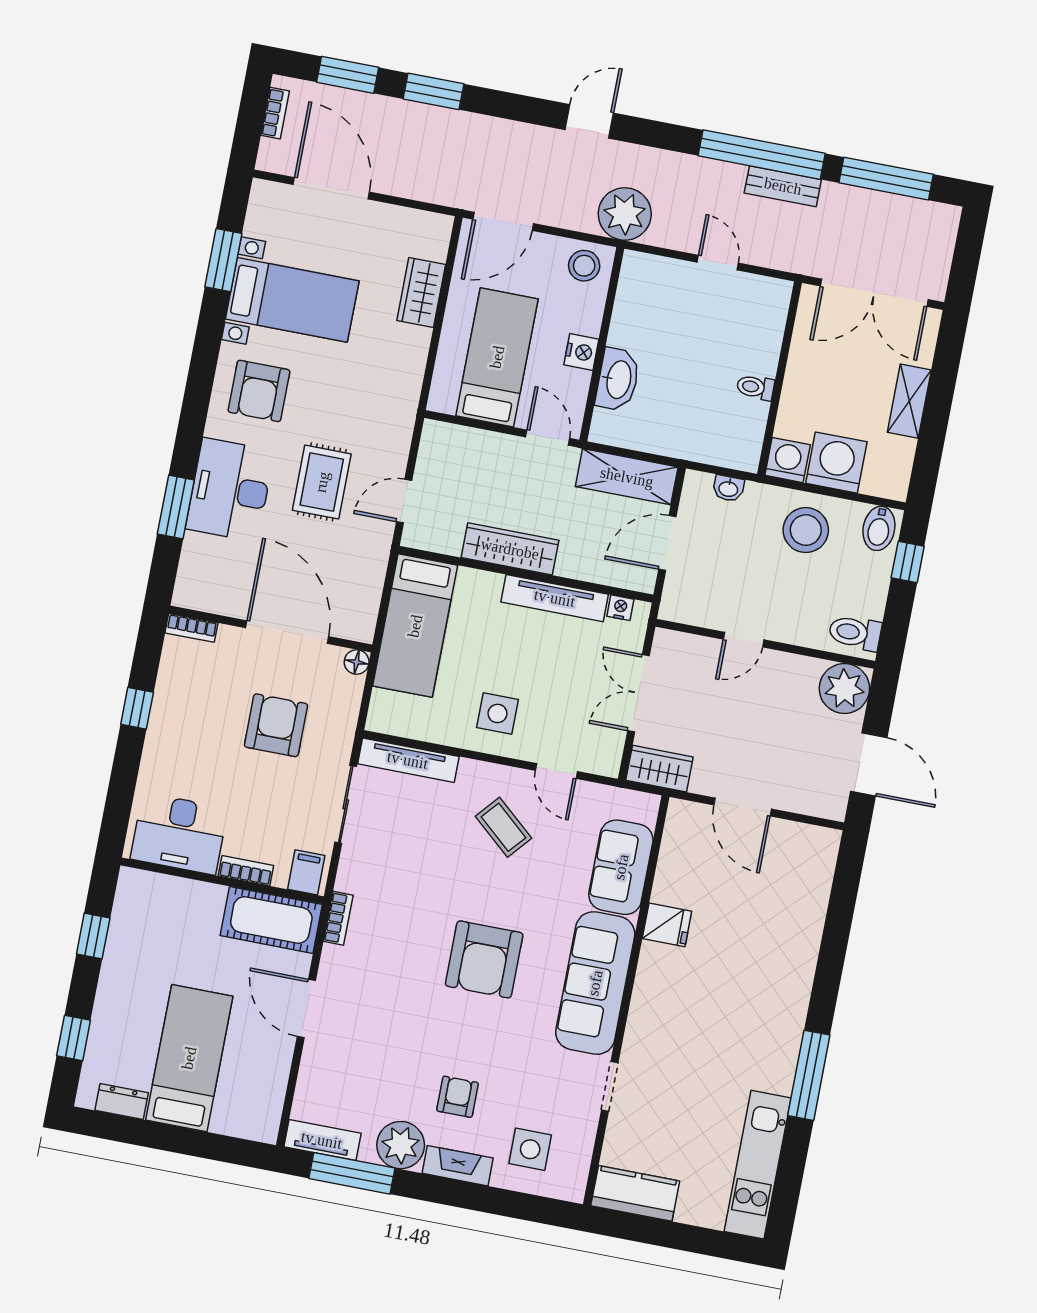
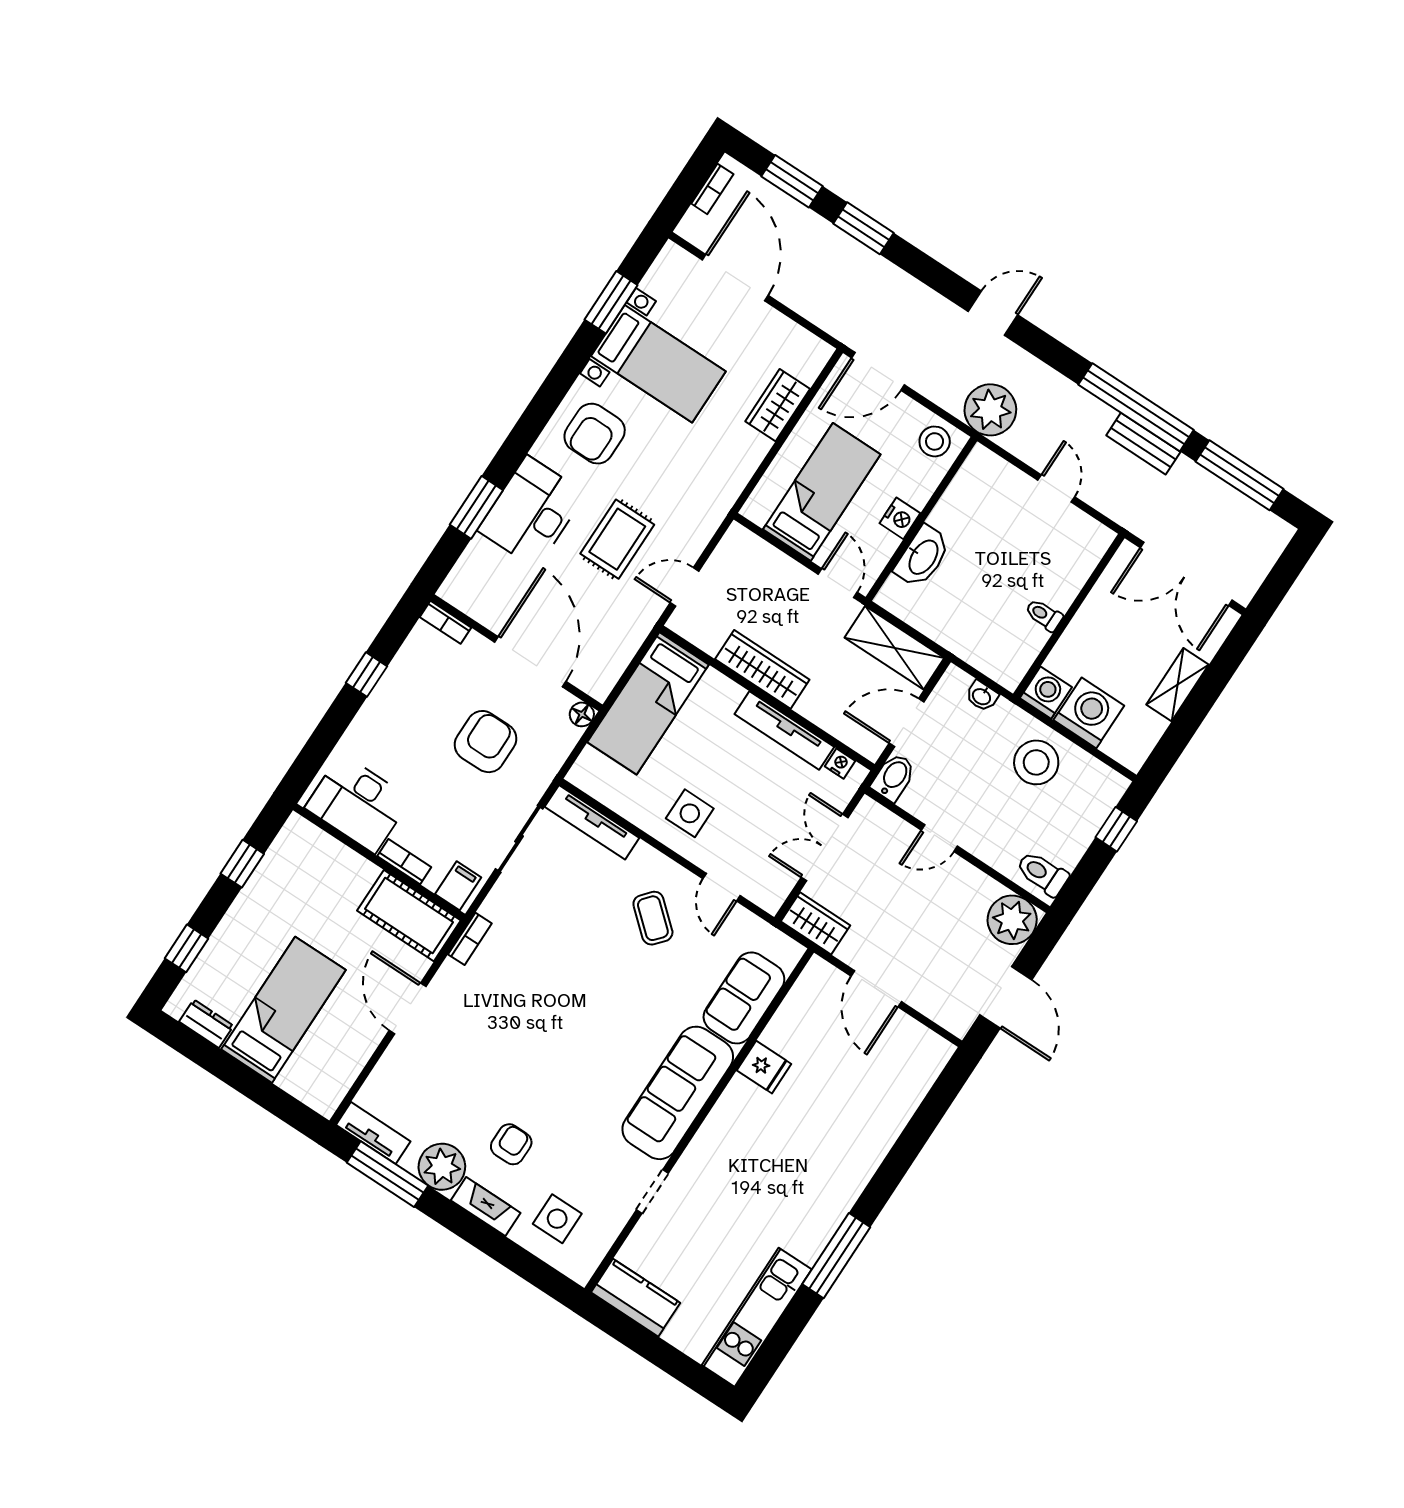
bidet: (879, 528) -> (894, 777), moved, turned 180
armchair: (484, 959) -> (586, 1030), removed

